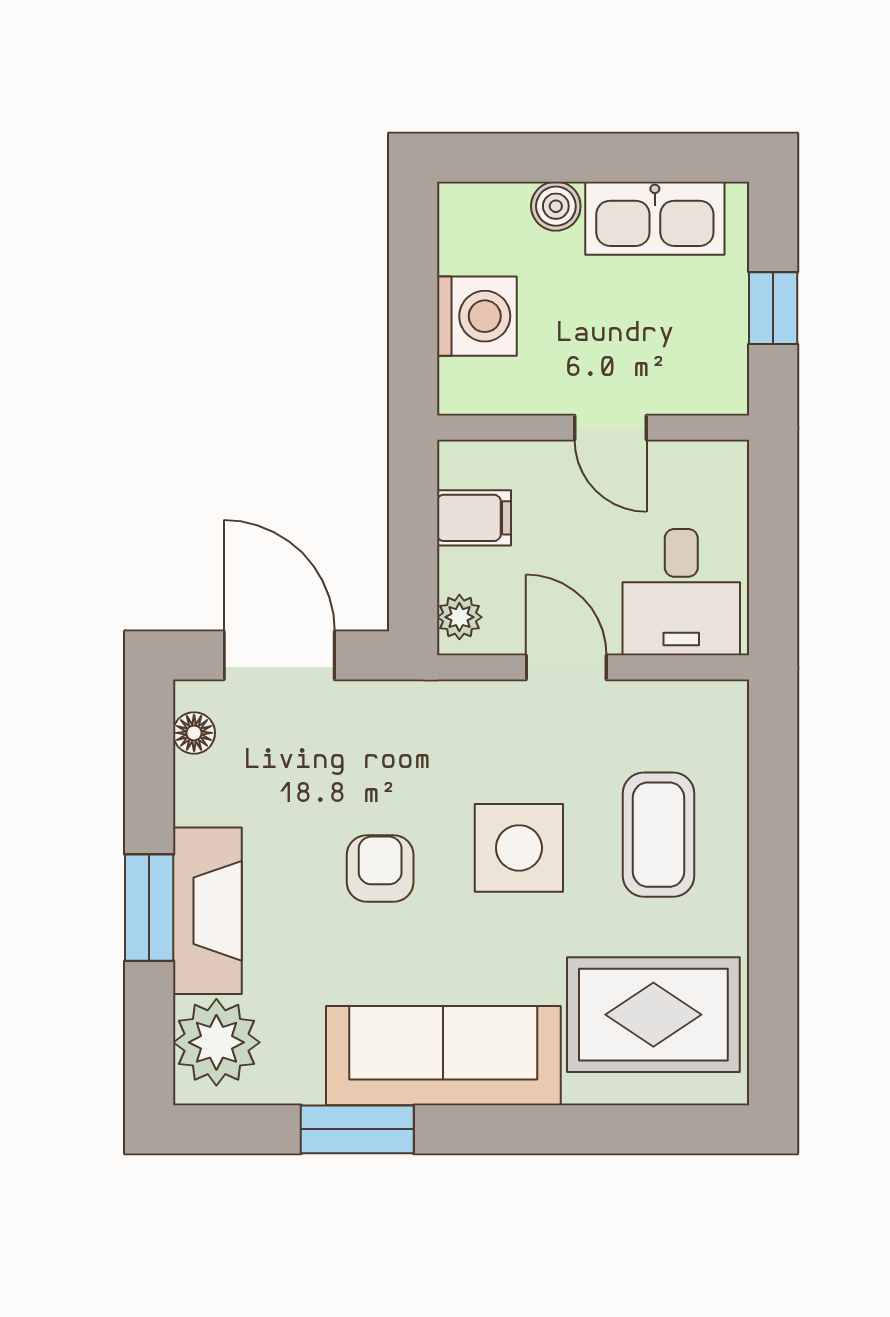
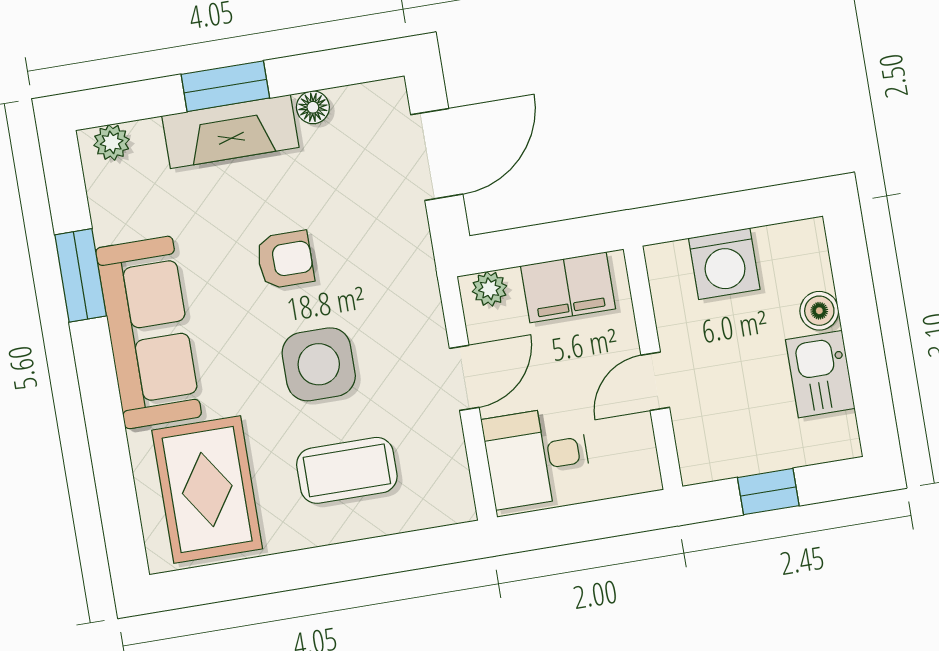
kitchen sink: (655, 218) -> (820, 374), width x0.73
filing cabinet: (474, 518) -> (568, 287), width x2.00
floor lamp: (194, 733) -> (313, 107), moved
plant: (216, 1042) -> (112, 142), width x0.53, depth x0.53

